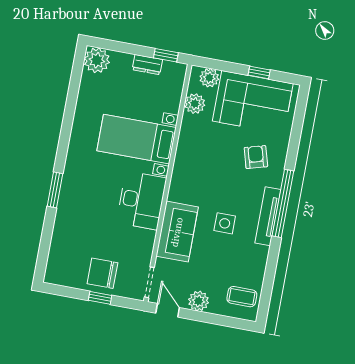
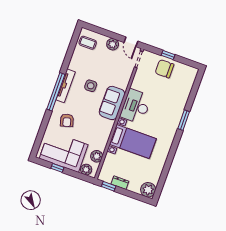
sofa: (177, 232) -> (112, 103), moved
chair: (102, 273) -> (164, 69), turned 180

